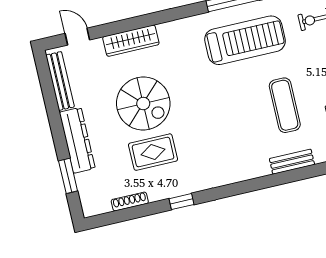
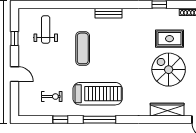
treadmill: (245, 40) -> (98, 94), turned 180
bench: (292, 162) -> (108, 13), moved

